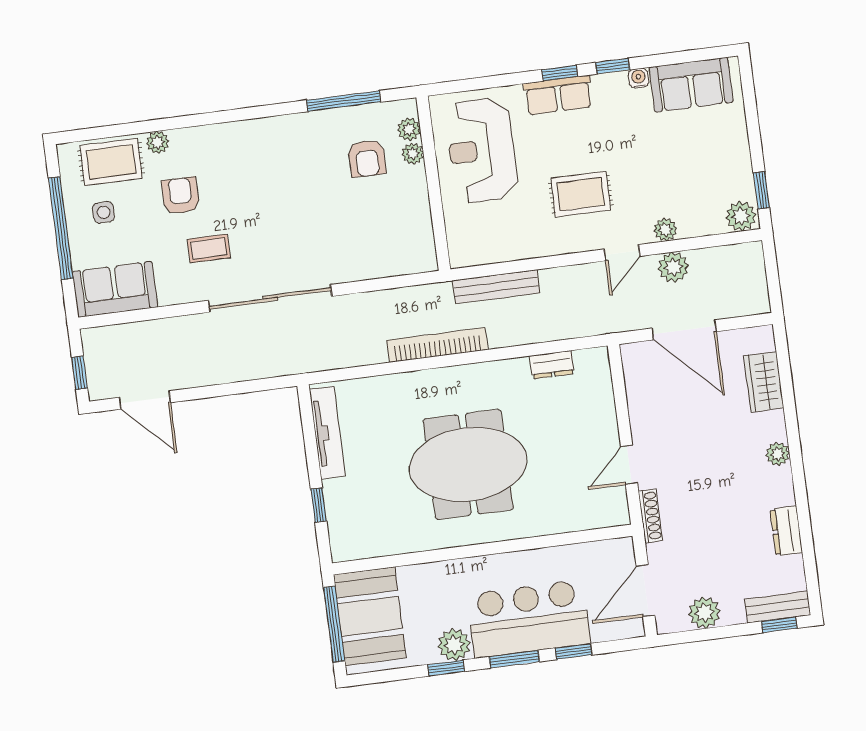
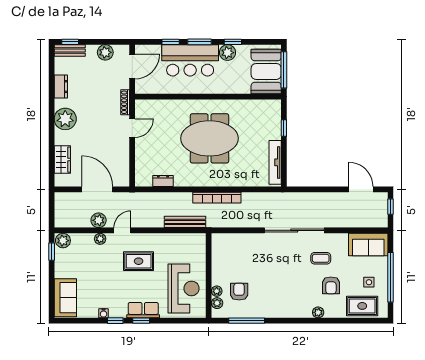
sofa: (691, 85) -> (65, 298), moved, turned 90
plant: (158, 142) -> (318, 312), moved
plant: (778, 454) -> (65, 119), width x1.88, depth x1.88

